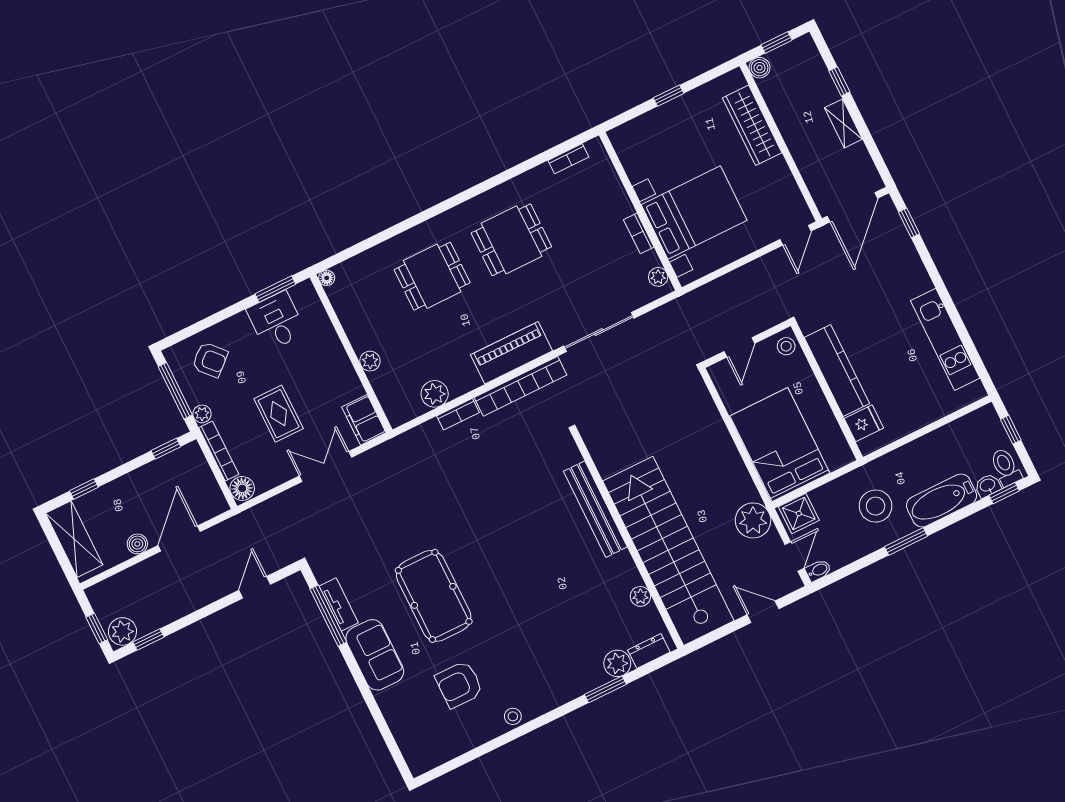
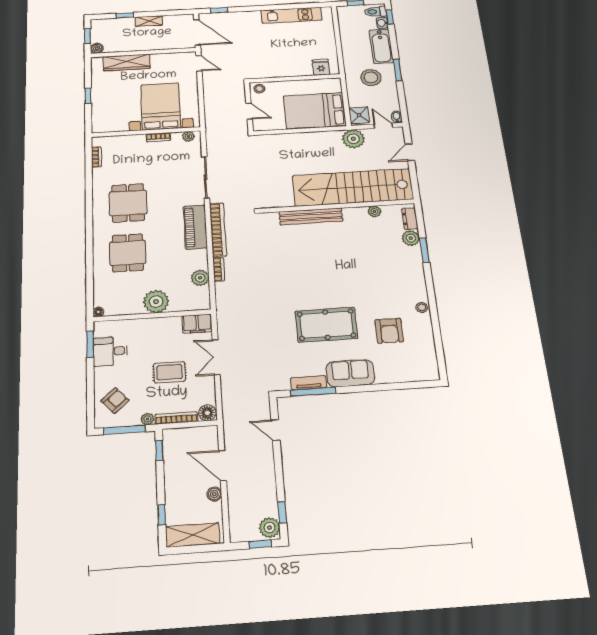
plant: (370, 361) -> (156, 302), width x1.87, depth x1.87
kitchen counter: (837, 371) -> (285, 70), removed

